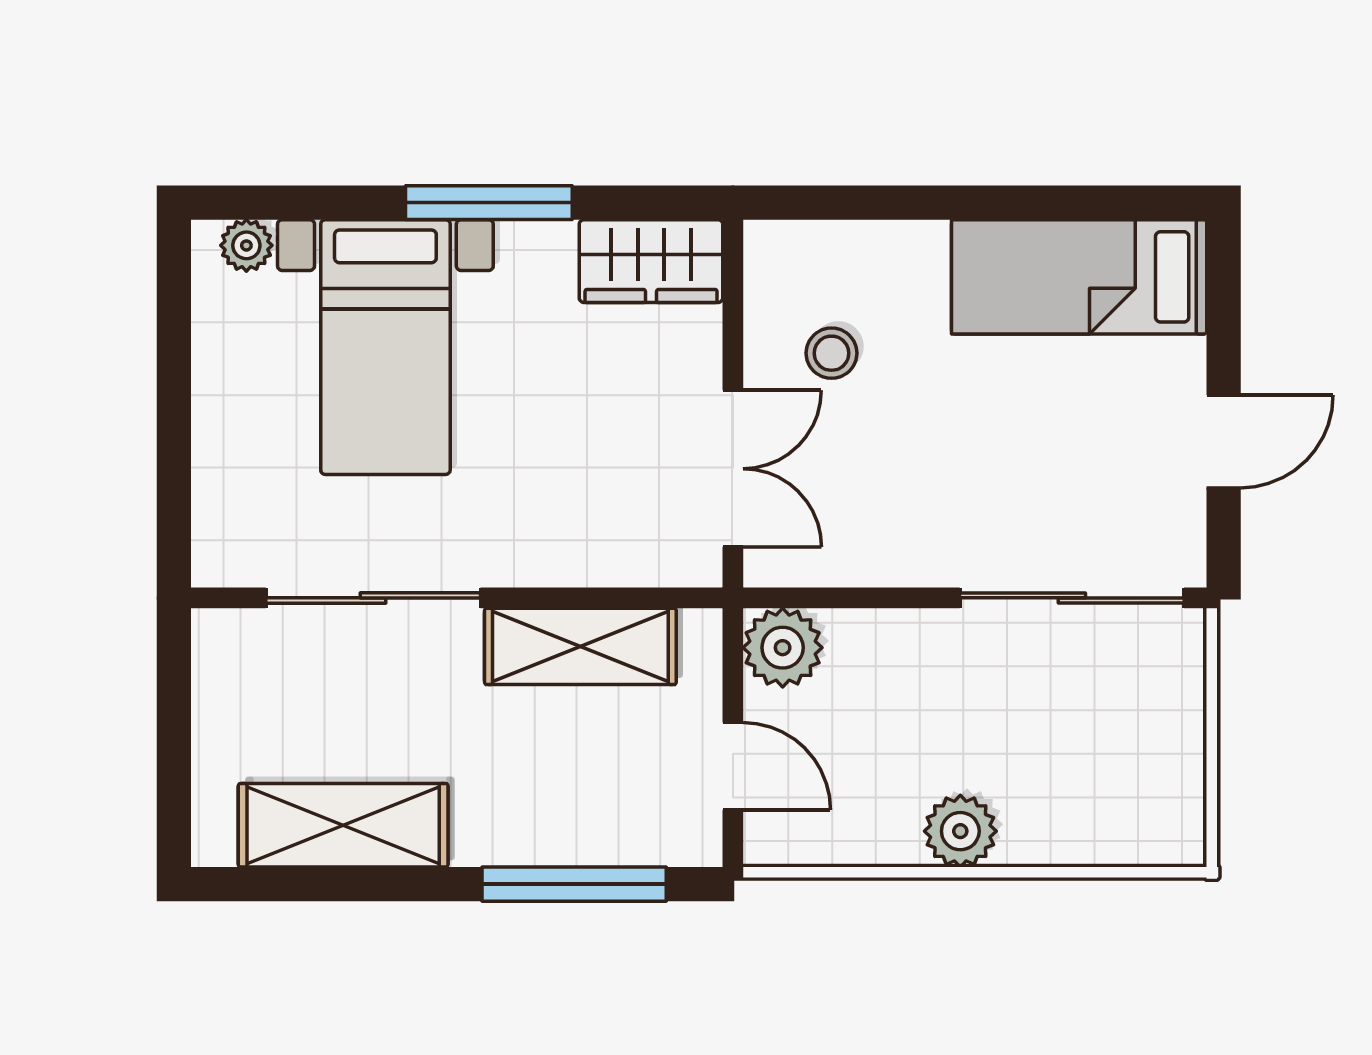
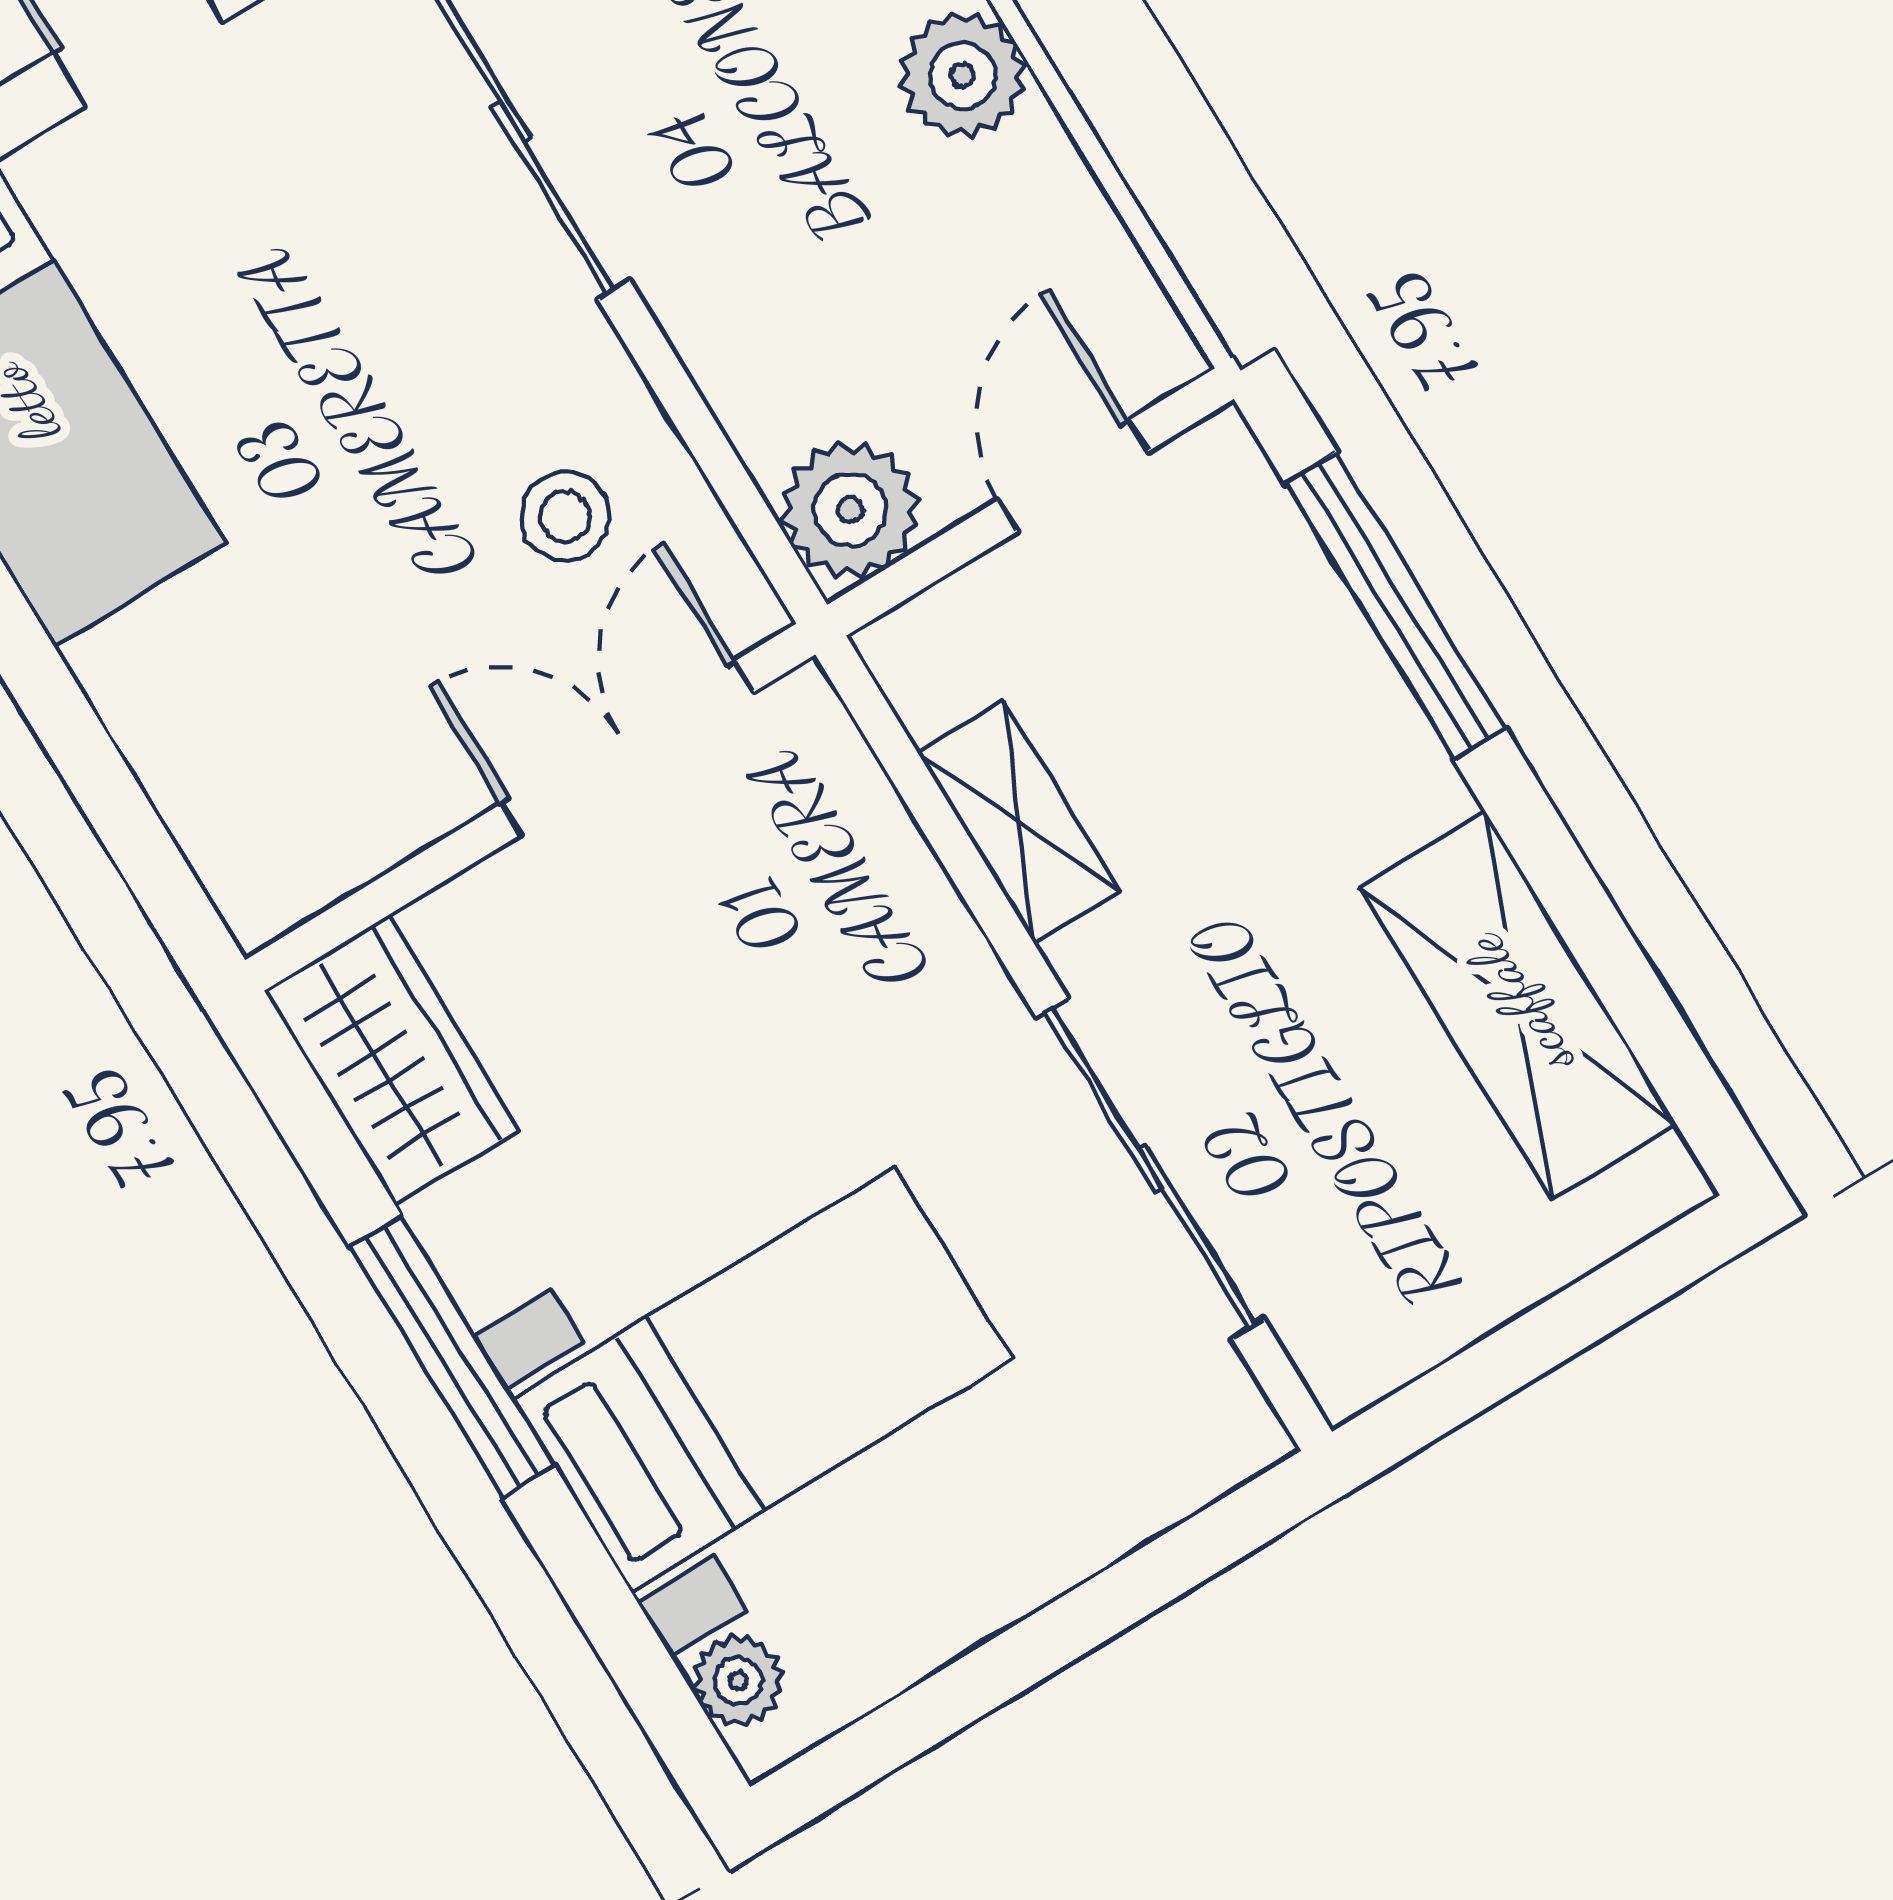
stool: (831, 353) -> (565, 516), moved
shelving: (580, 646) -> (1019, 822), width x0.67, depth x0.75

